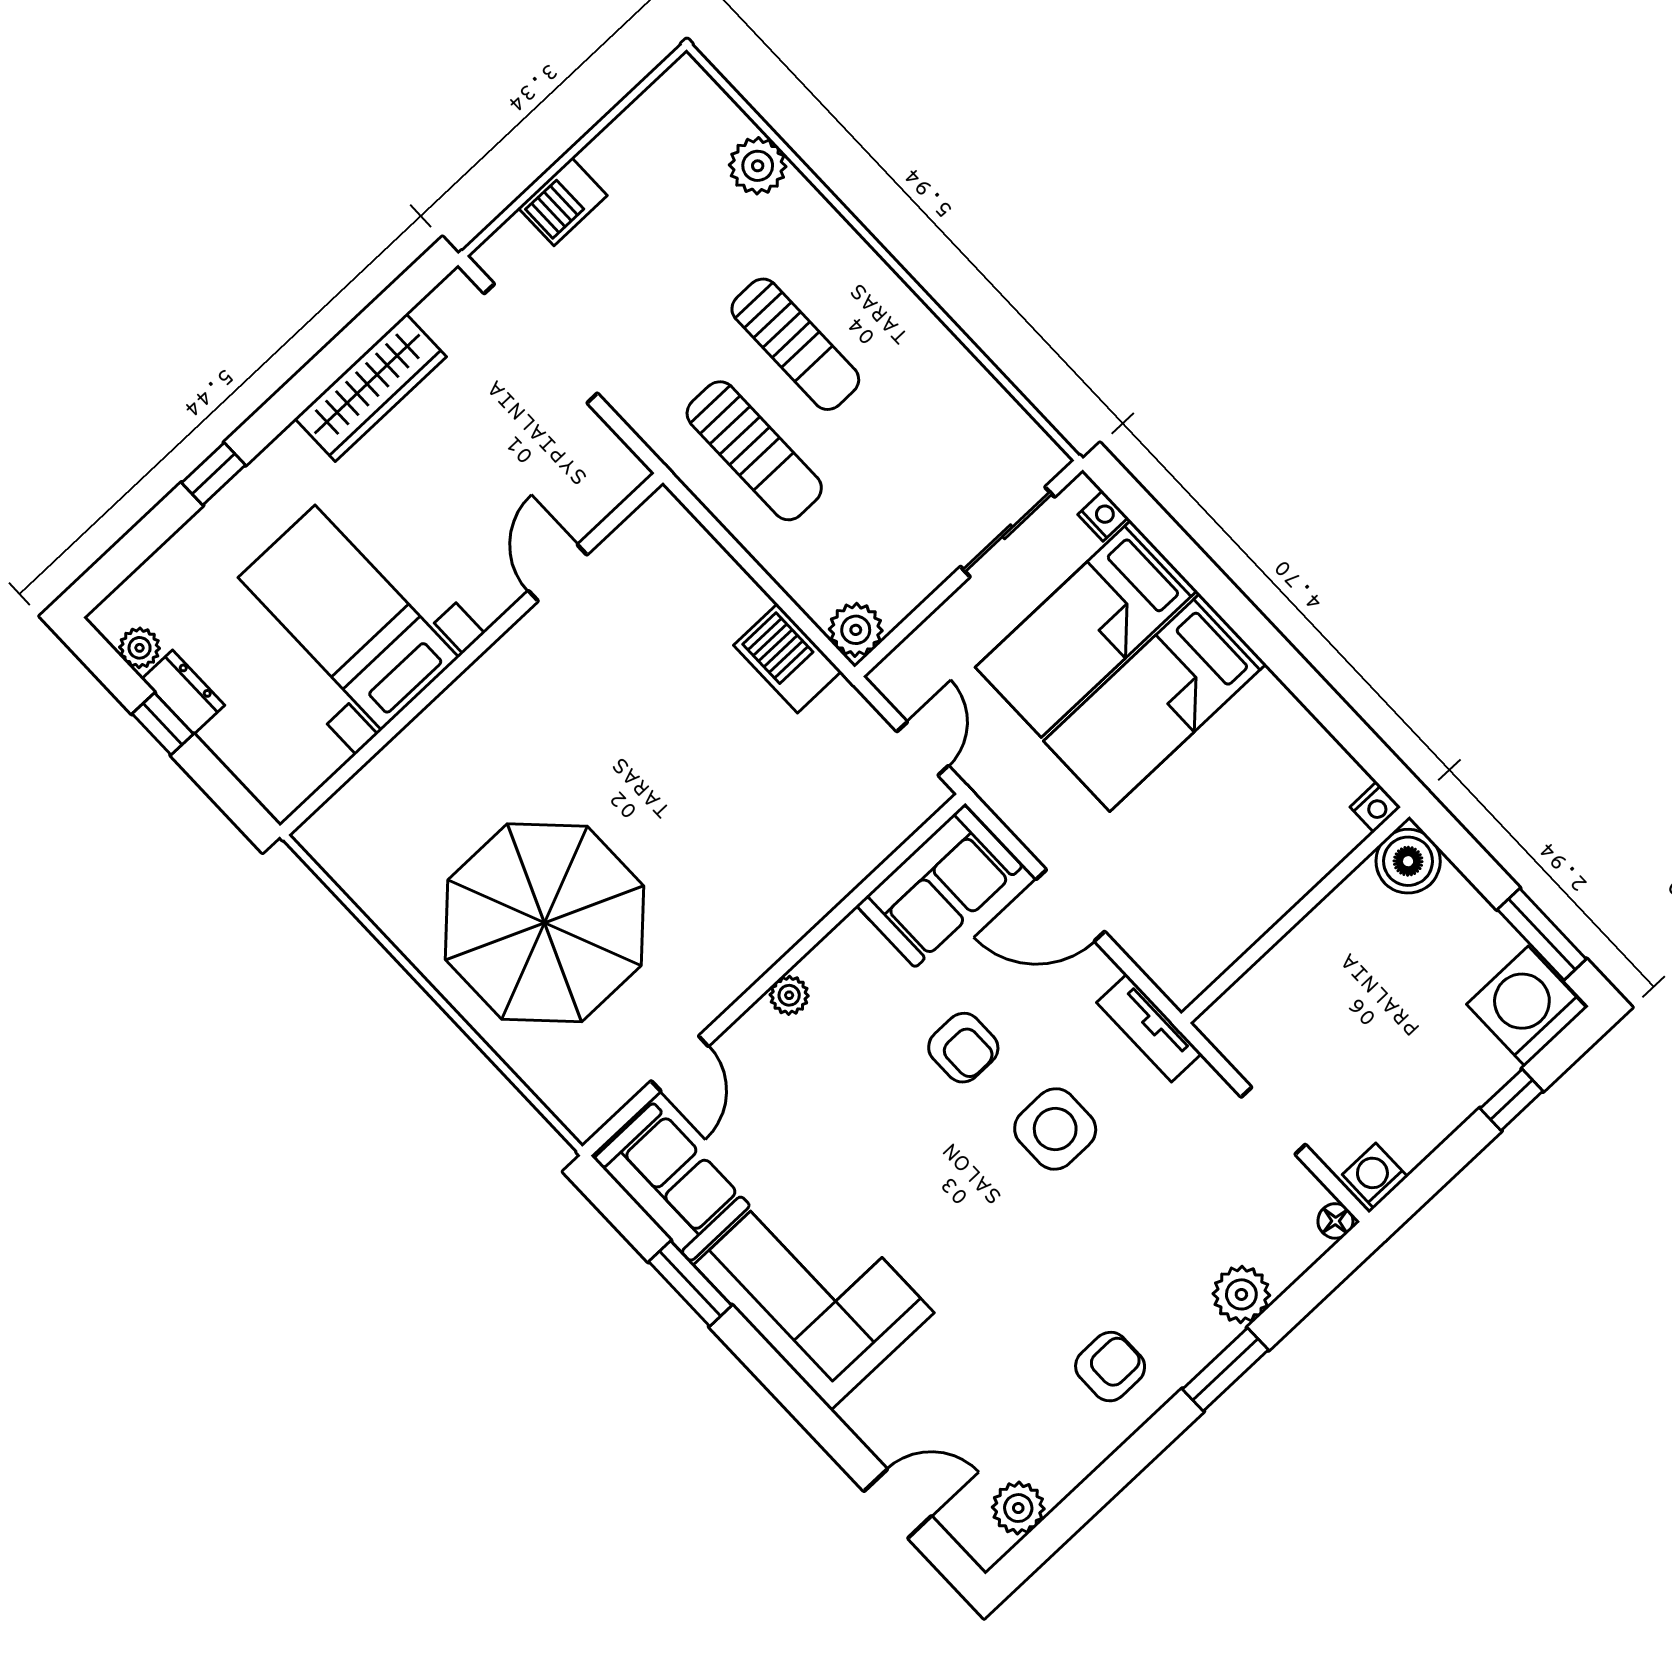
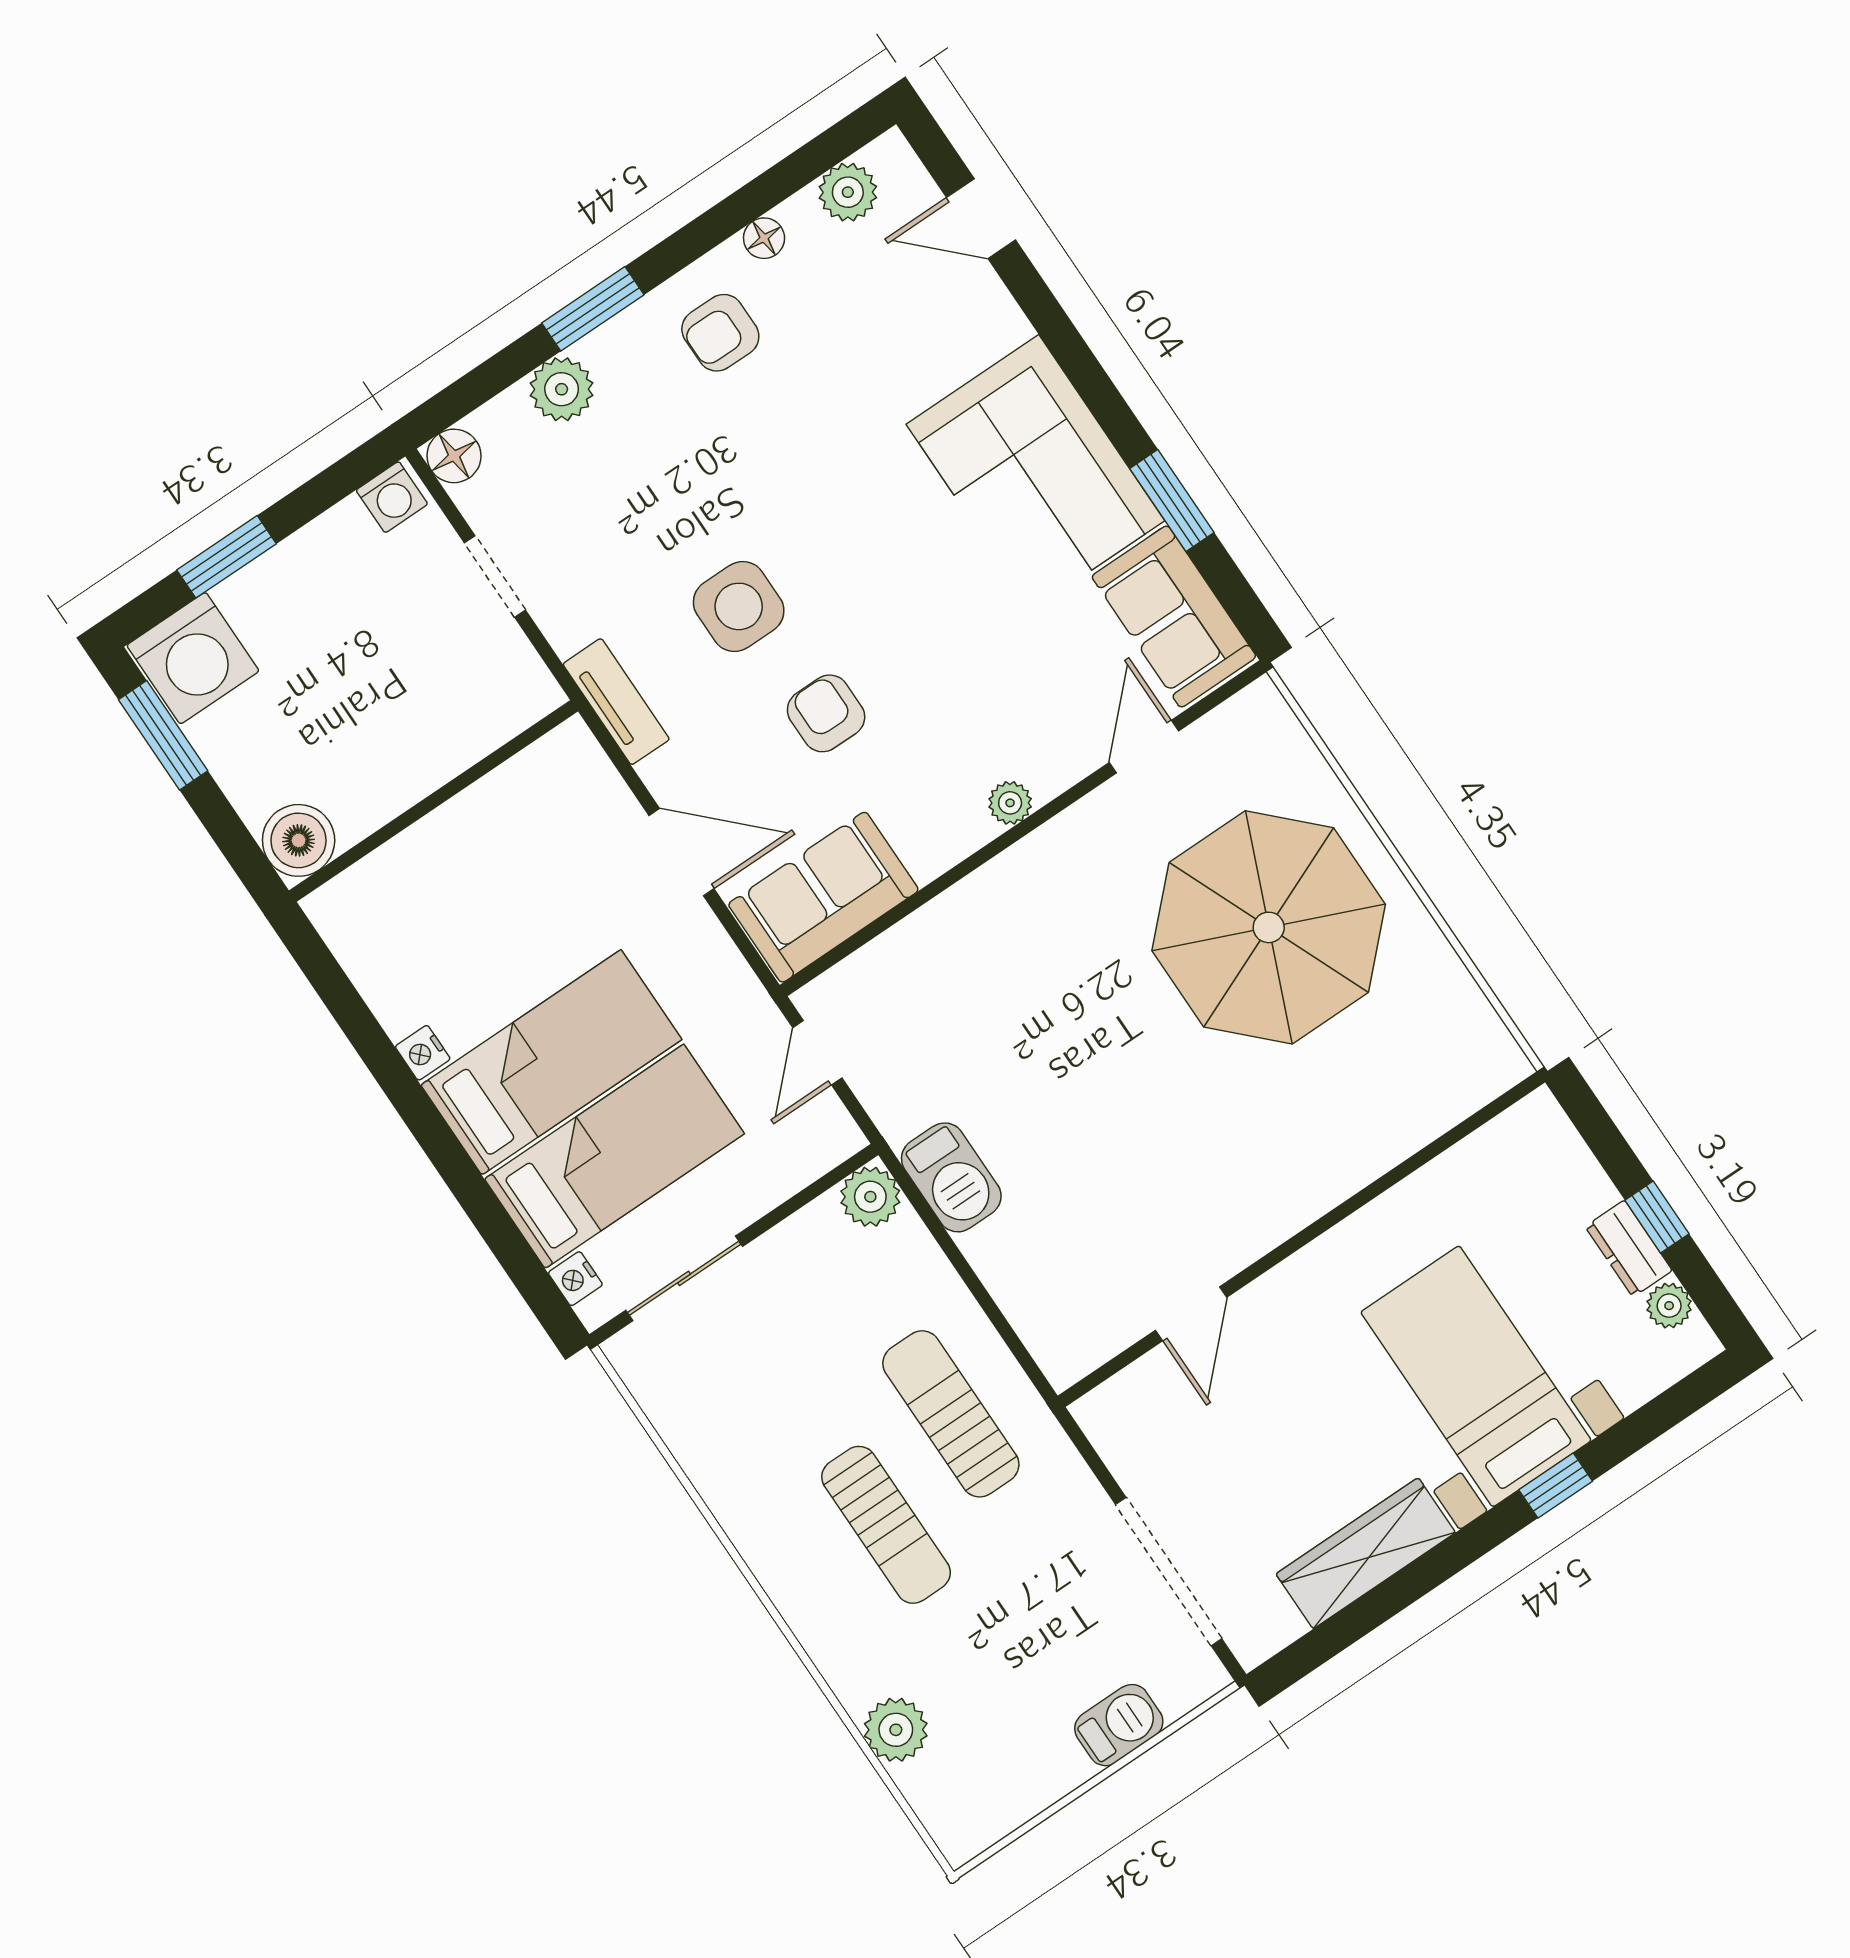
sun lounger: (795, 344) -> (886, 1525), turned 180
bed with nightstands: (348, 618) -> (1476, 1376), moved, turned 180
nightstand: (1375, 807) -> (423, 1053), moved, turned -90
window: (1512, 1100) -> (227, 557), width x1.50
floor lamp: (1335, 1221) -> (454, 456), width x1.37, depth x1.37
floor lamp: (1085, 1456) -> (764, 238), added

